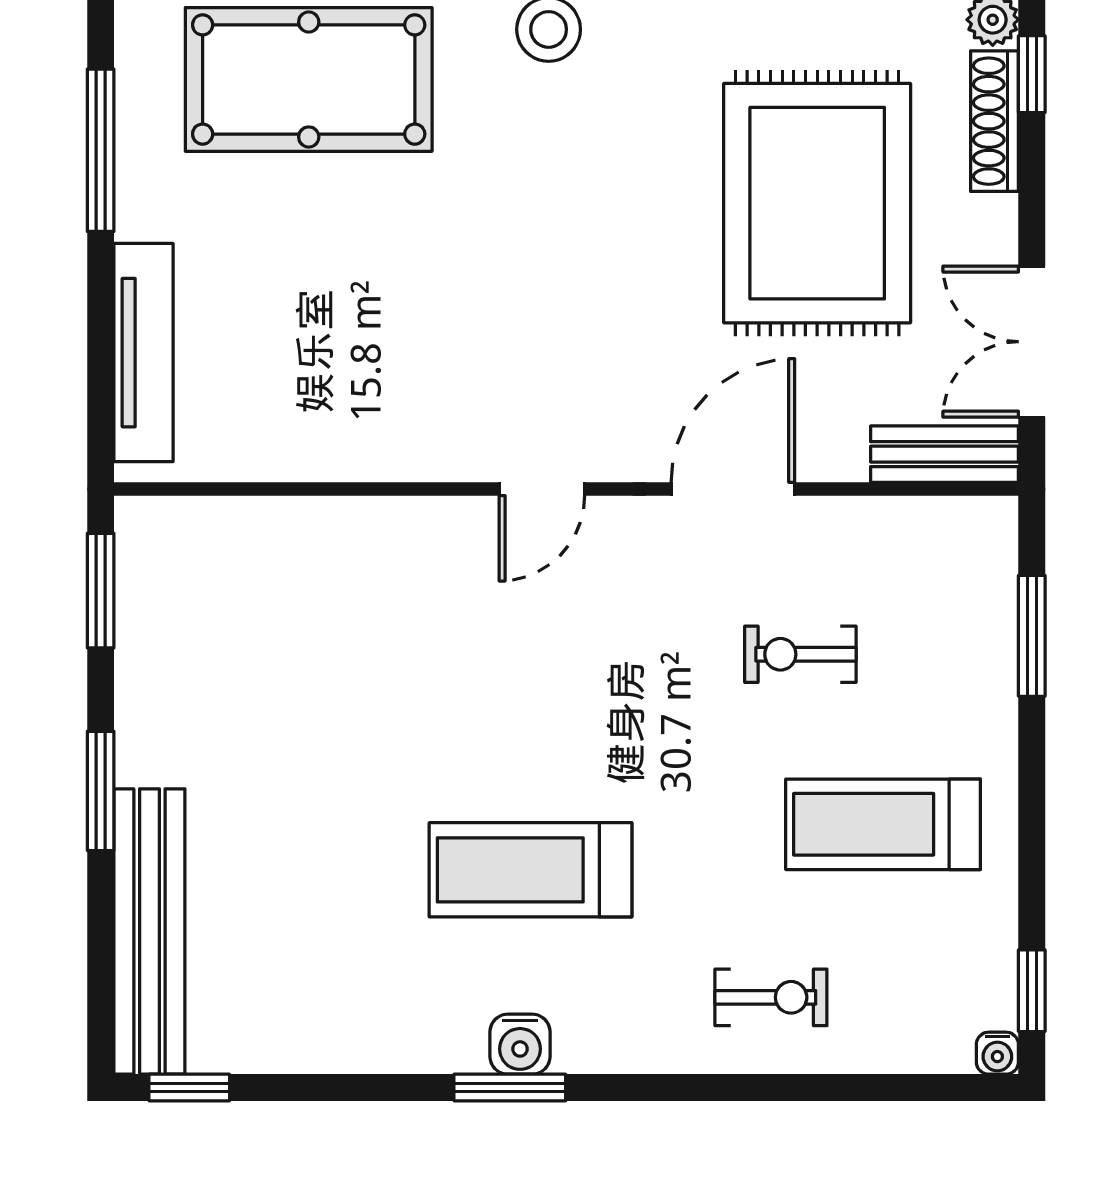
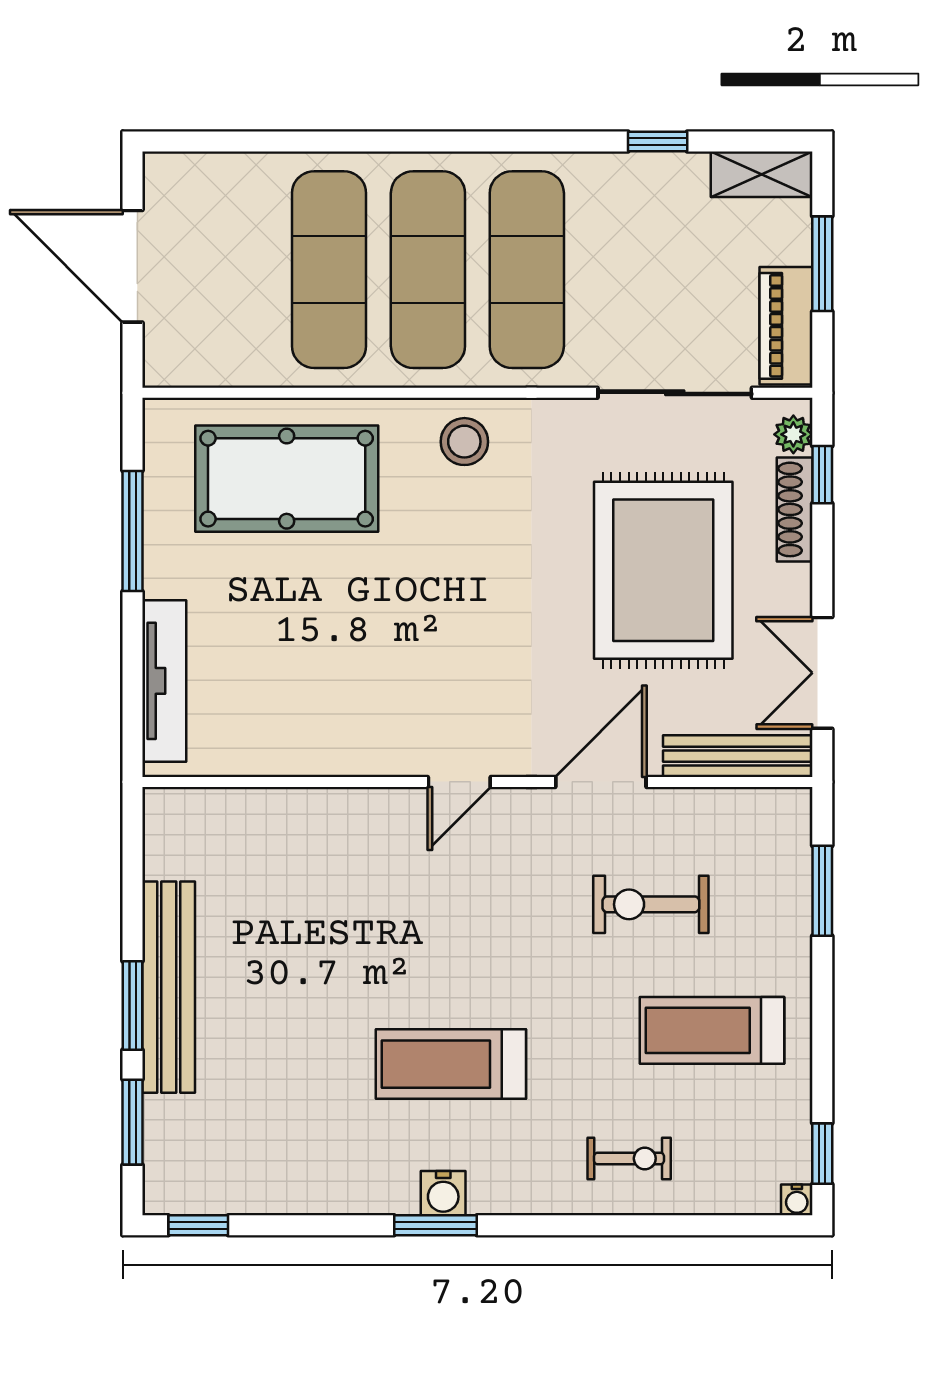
bench: (945, 454) -> (738, 756), width x1.36
window: (101, 591) -> (133, 1122), moved
exercise bike: (800, 654) -> (651, 904), width x1.38, depth x1.39
bench: (149, 932) -> (169, 987), moved

